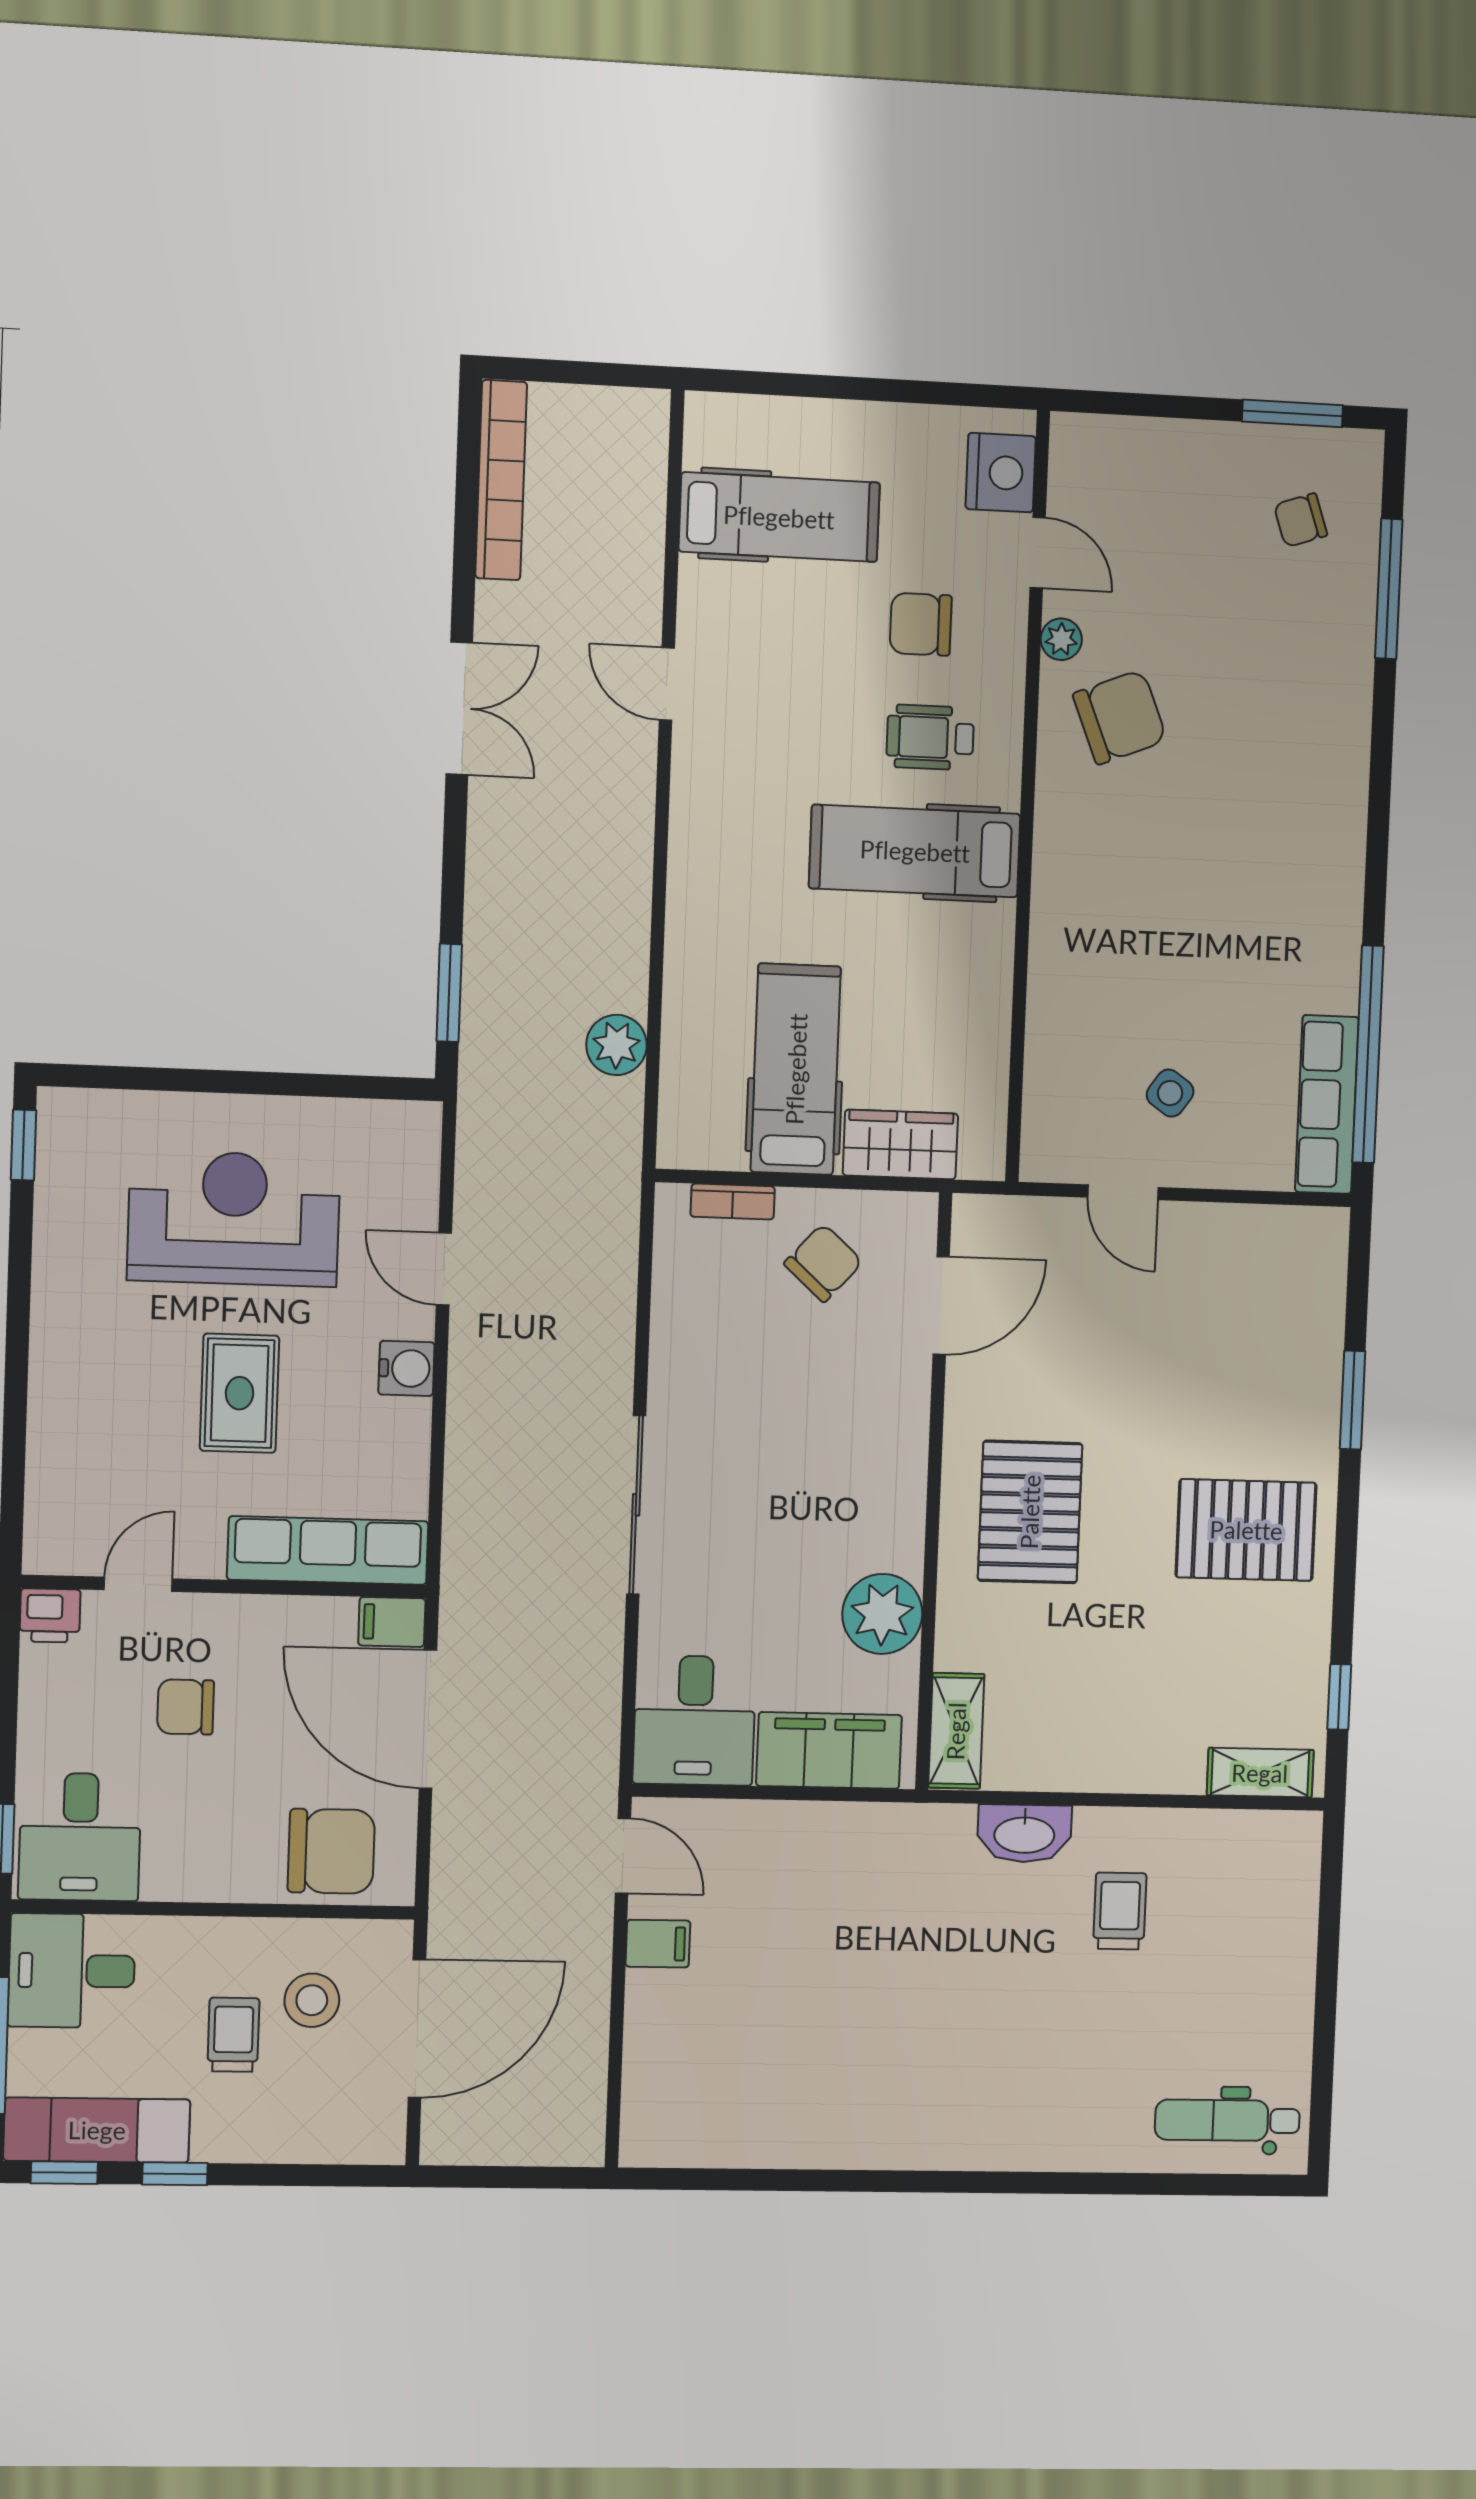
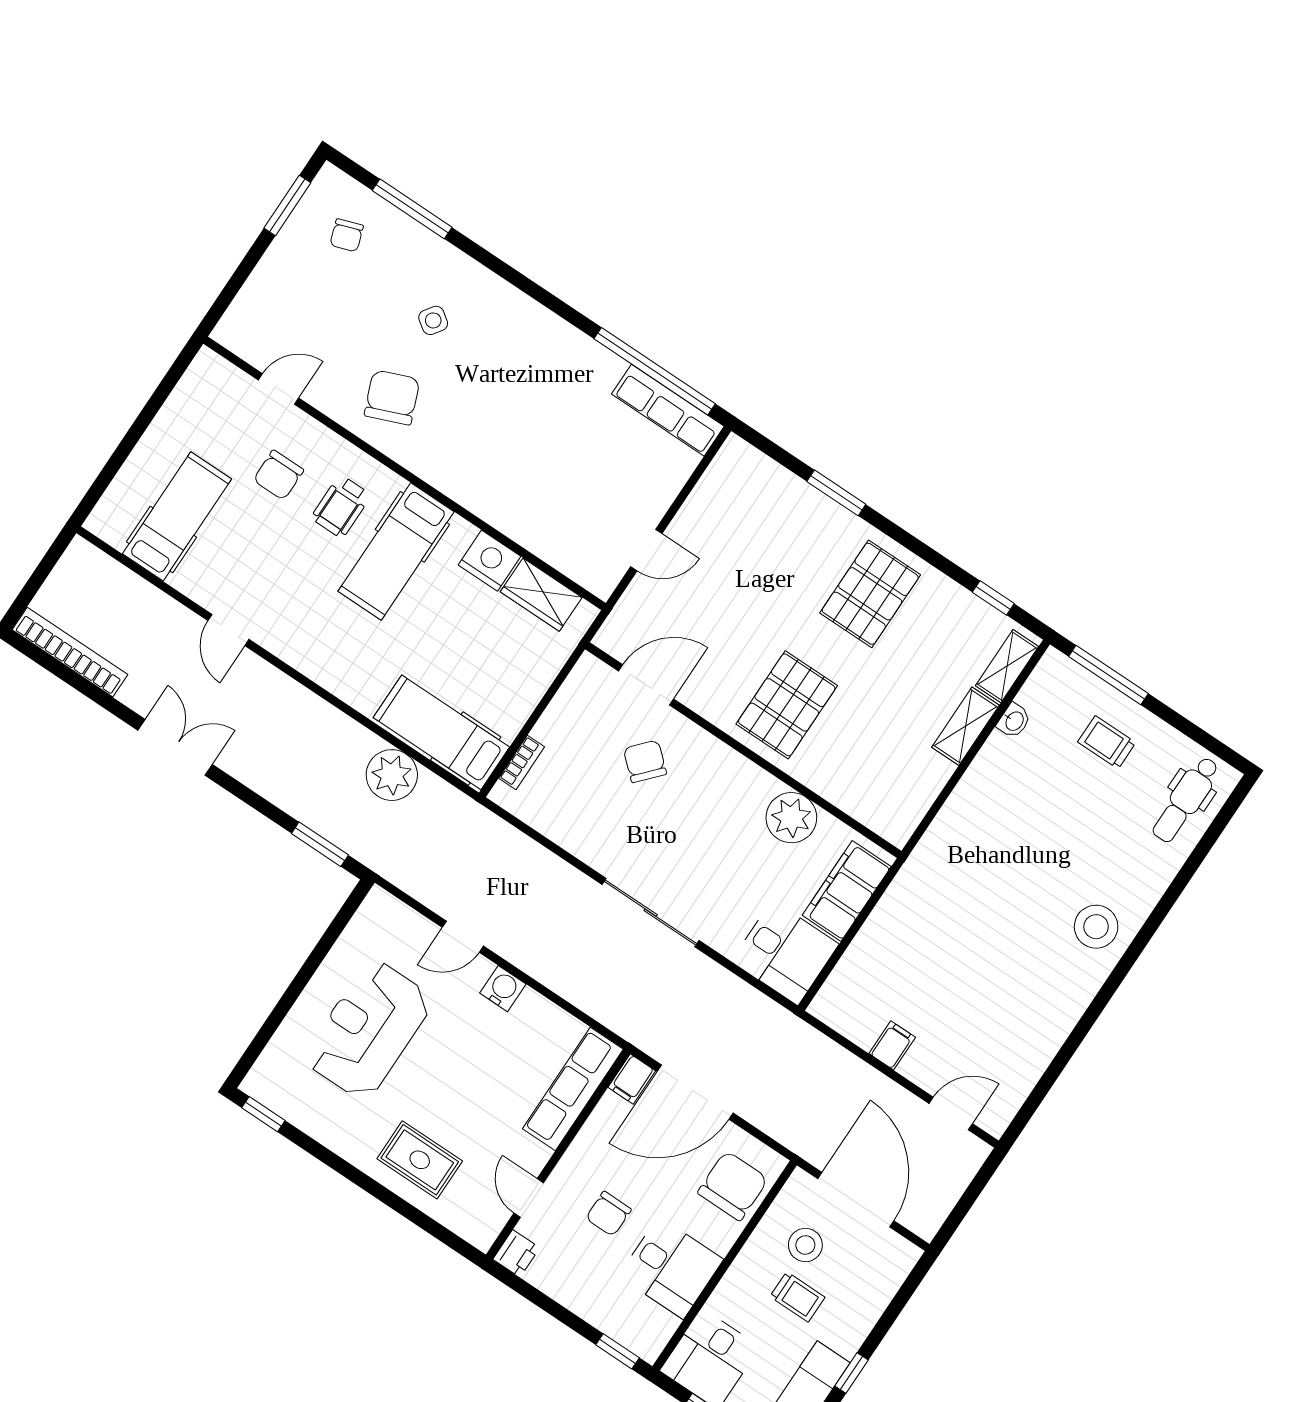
nightstand: (1001, 473) -> (489, 561), moved
plant: (1061, 639) -> (332, 404), removed
door: (667, 684) -> (228, 630), hinge flipped
plant: (616, 1045) -> (392, 775), width x1.36, depth x1.36
hospital bed: (796, 1069) -> (441, 732), moved
side table: (1170, 1093) -> (433, 320), moved
wardrobe: (900, 1145) -> (541, 595), moved, turned -90
chair: (823, 1263) -> (645, 761), moved
door: (941, 1305) -> (646, 685), hinge flipped
rug: (240, 1393) -> (420, 1160), moved
pallet: (1030, 1512) -> (787, 705), turned 90
shelving: (956, 1731) -> (965, 726), moved, turned 90
washbasin: (1024, 1833) -> (1014, 721), moved, width x0.52, depth x0.69
desk: (80, 1837) -> (671, 1268), moved
door: (623, 1856) -> (951, 1114), moved
trolley: (1120, 1911) -> (1107, 742), moved
window: (1330, 1914) -> (1108, 675), added
trolley: (233, 2035) -> (797, 1297), turned 180
stool: (986, 2111) -> (1096, 927), added

